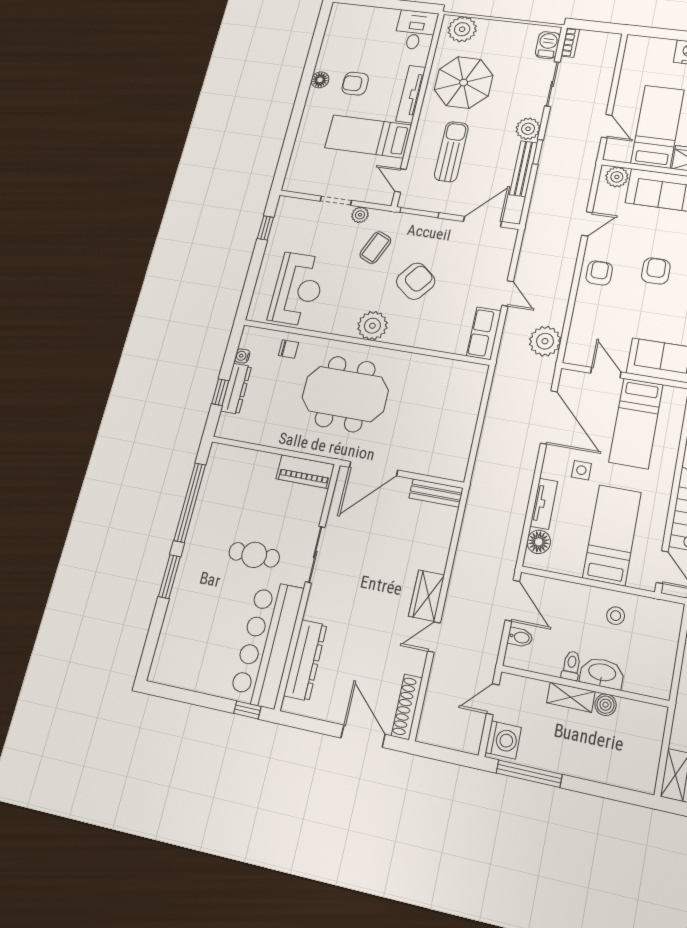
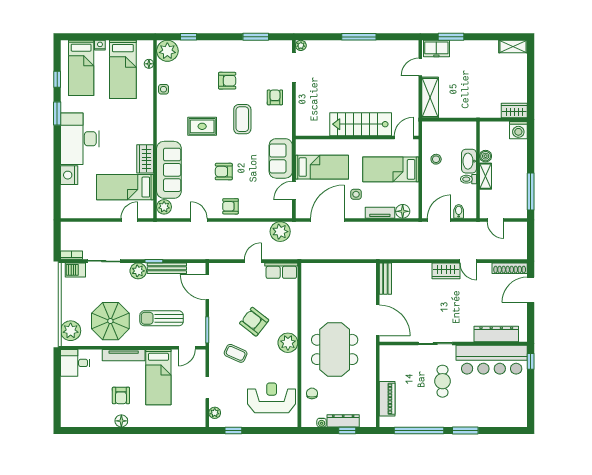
plant: (360, 215) -> (215, 413), moved
piano: (305, 472) -> (387, 399), moved
washing machine: (503, 740) -> (518, 130), moved, turned 180

